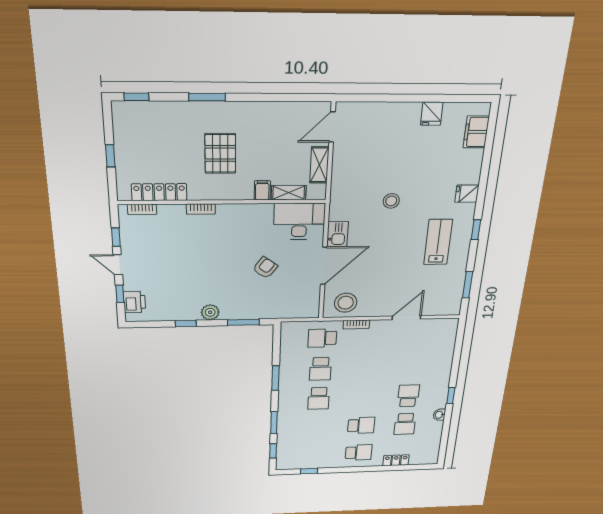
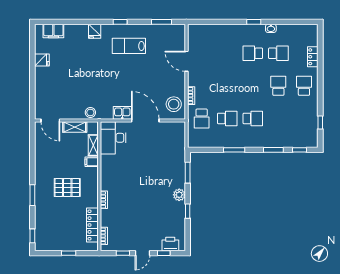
stool: (391, 201) -> (90, 112), moved
armchair: (265, 268) -> (146, 159), removed

